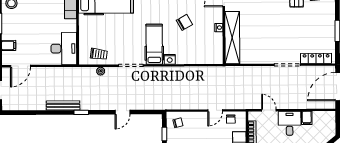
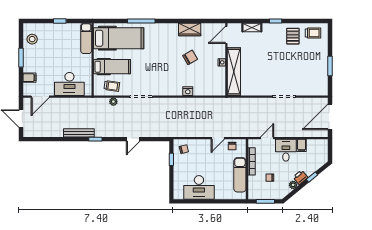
hospital bed: (154, 44) -> (112, 67), moved, turned 90
desk: (64, 49) -> (69, 84), moved, turned 90
locker: (316, 58) -> (310, 91), removed
nightstand: (170, 59) -> (188, 91), moved
door: (269, 110) -> (267, 138), hinge flipped

